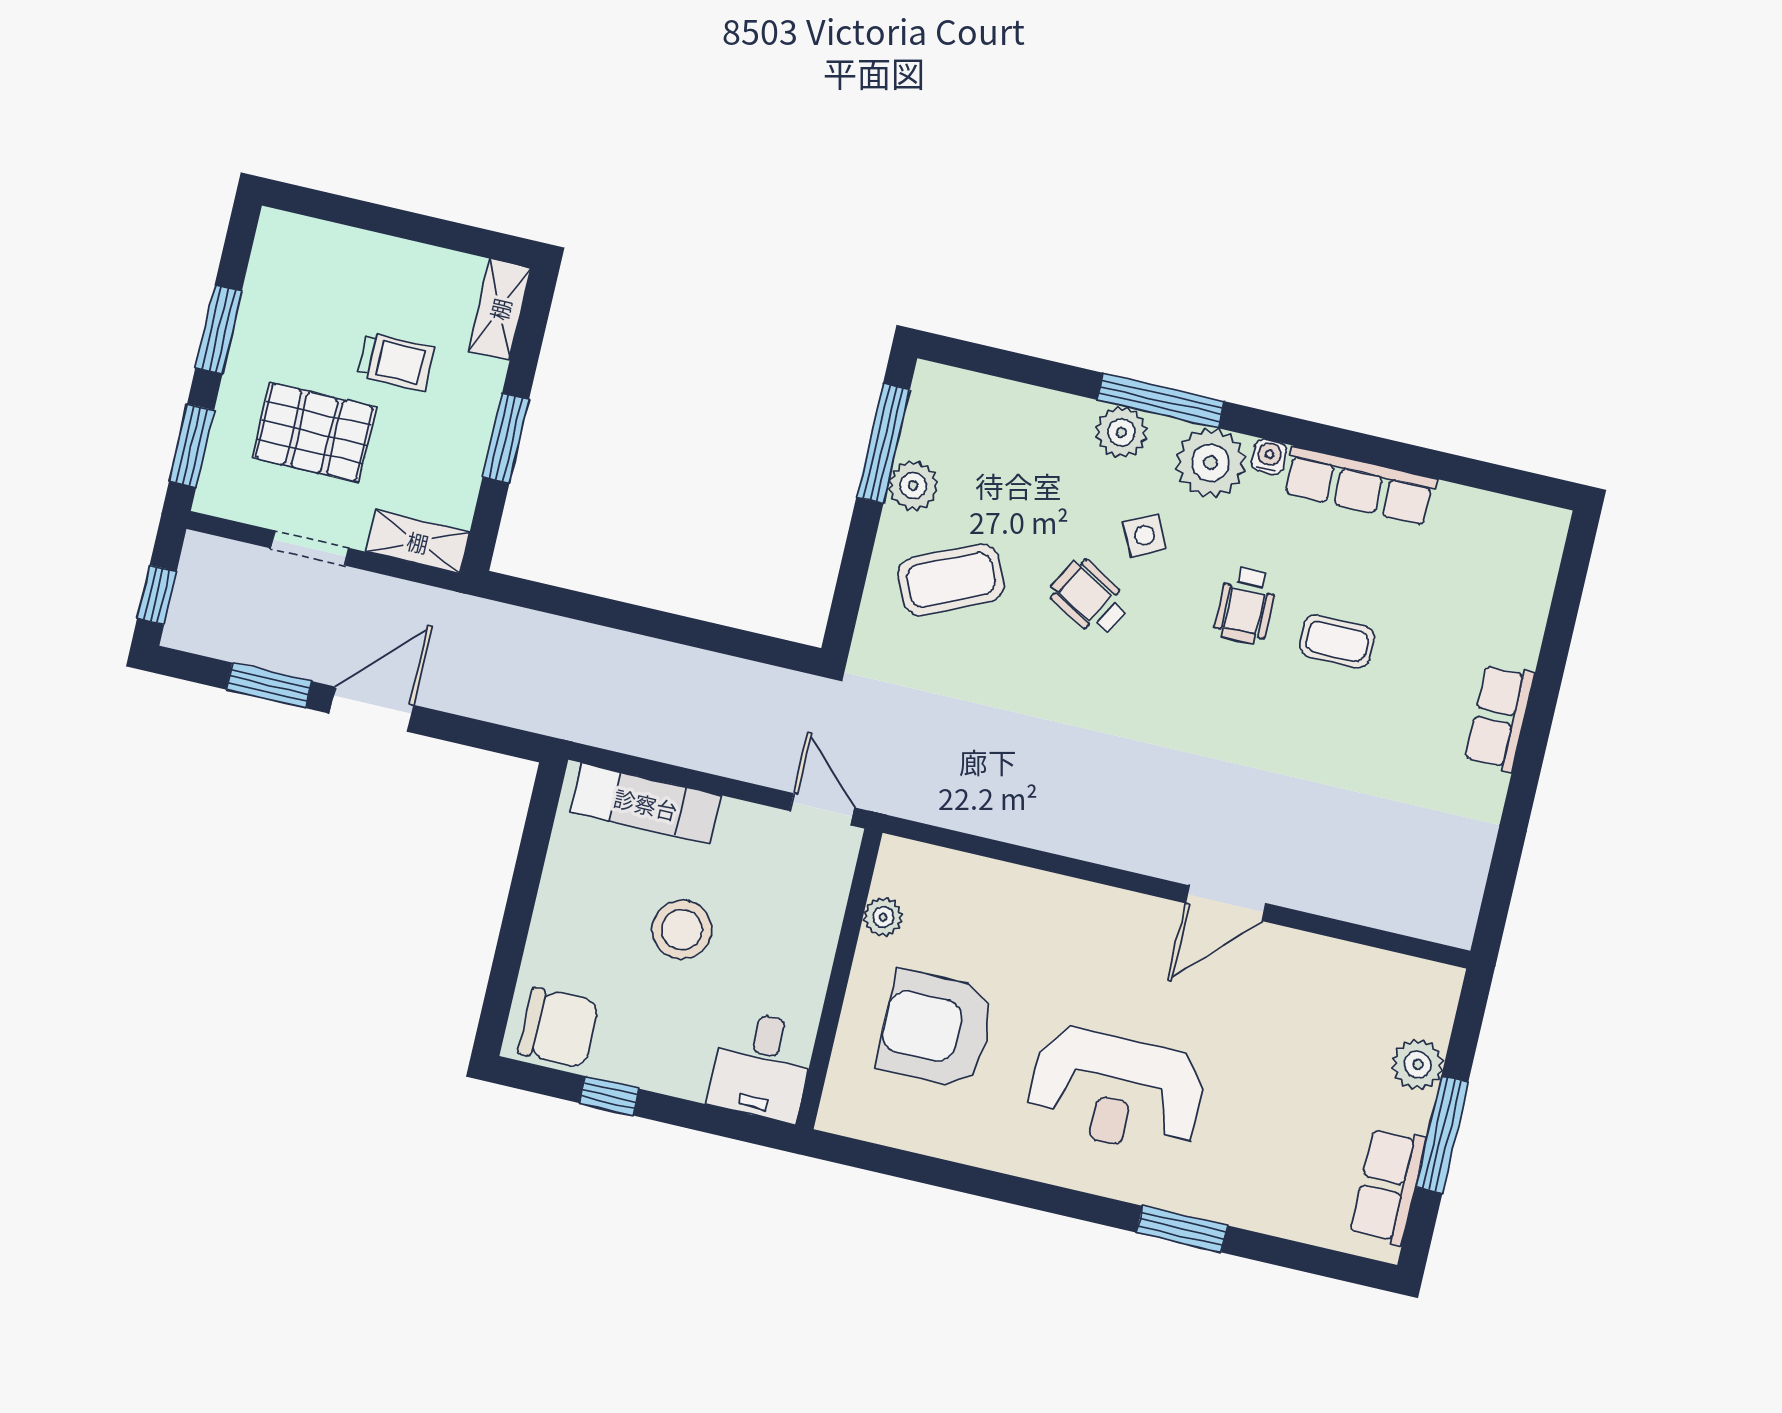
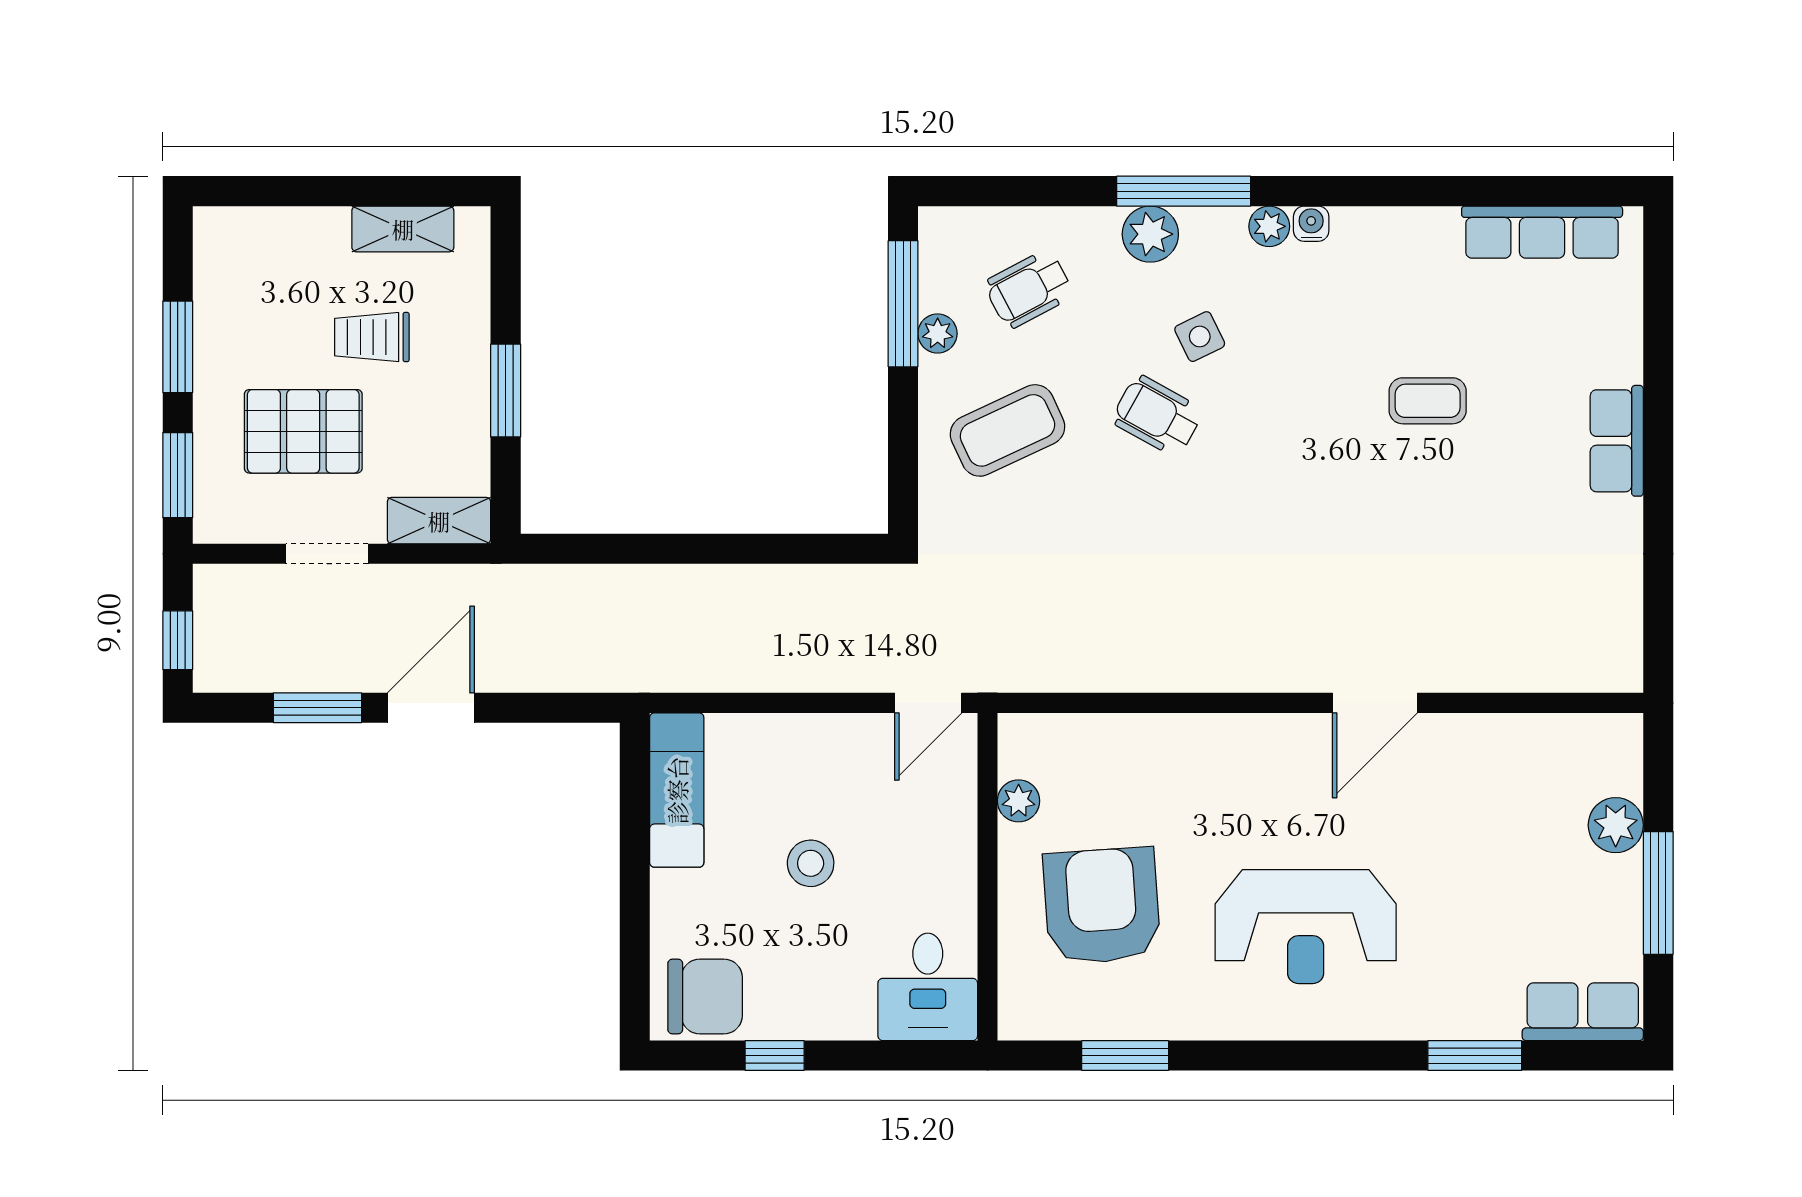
shelving: (500, 309) -> (403, 229), moved, turned 90
trolley: (396, 362) -> (372, 337), turned 180
plant: (1211, 463) -> (1269, 226), width x0.53, depth x0.53
plant: (913, 486) -> (938, 333), width x0.73, depth x0.73
row of seats: (1359, 486) -> (1542, 232), moved
wheelchair: (1245, 605) -> (1029, 289), moved, turned 62
exam couch: (646, 804) -> (677, 790), moved, turned -90
door: (822, 809) -> (928, 703), swing flipped
stool: (682, 930) -> (811, 863), width x0.73, depth x0.73
armchair: (936, 1029) -> (1102, 906), turned 86
window: (926, 1170) -> (1125, 1056), added
row of seats: (1388, 1186) -> (1583, 1012), moved, turned 90
window: (1182, 1229) -> (1475, 1056), moved

